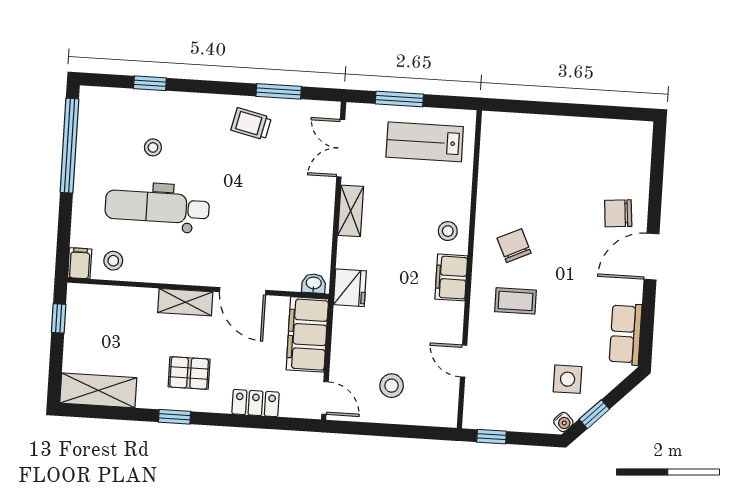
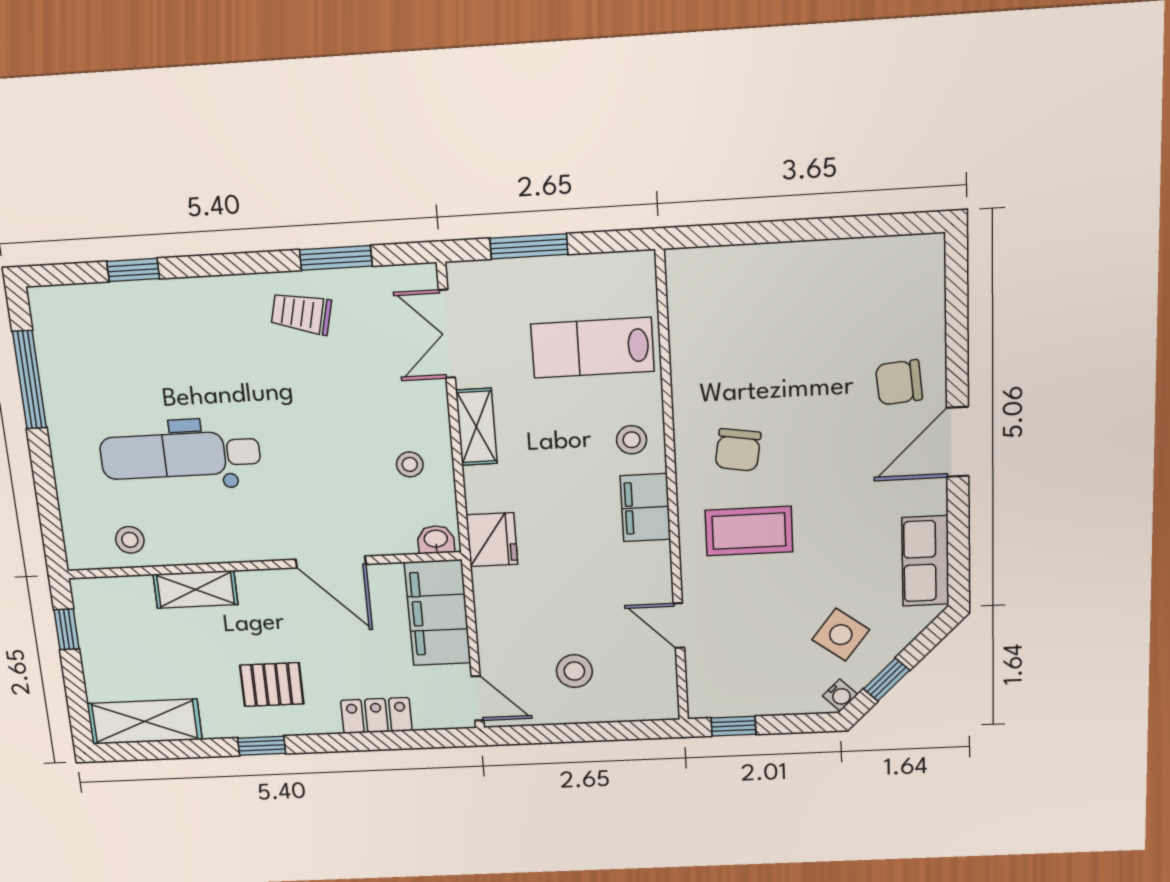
lab bench: (425, 142) -> (592, 348), moved
window: (69, 146) -> (30, 380), width x0.68
stool: (153, 147) -> (410, 464), moved
chair: (514, 246) -> (738, 450), turned -146
filing cabinet: (80, 263) -> (81, 549), removed
coffee table: (515, 301) -> (749, 531), width x1.36, depth x1.30
shelving: (185, 302) -> (195, 589), moved
side table: (568, 379) -> (841, 635), turned 37

